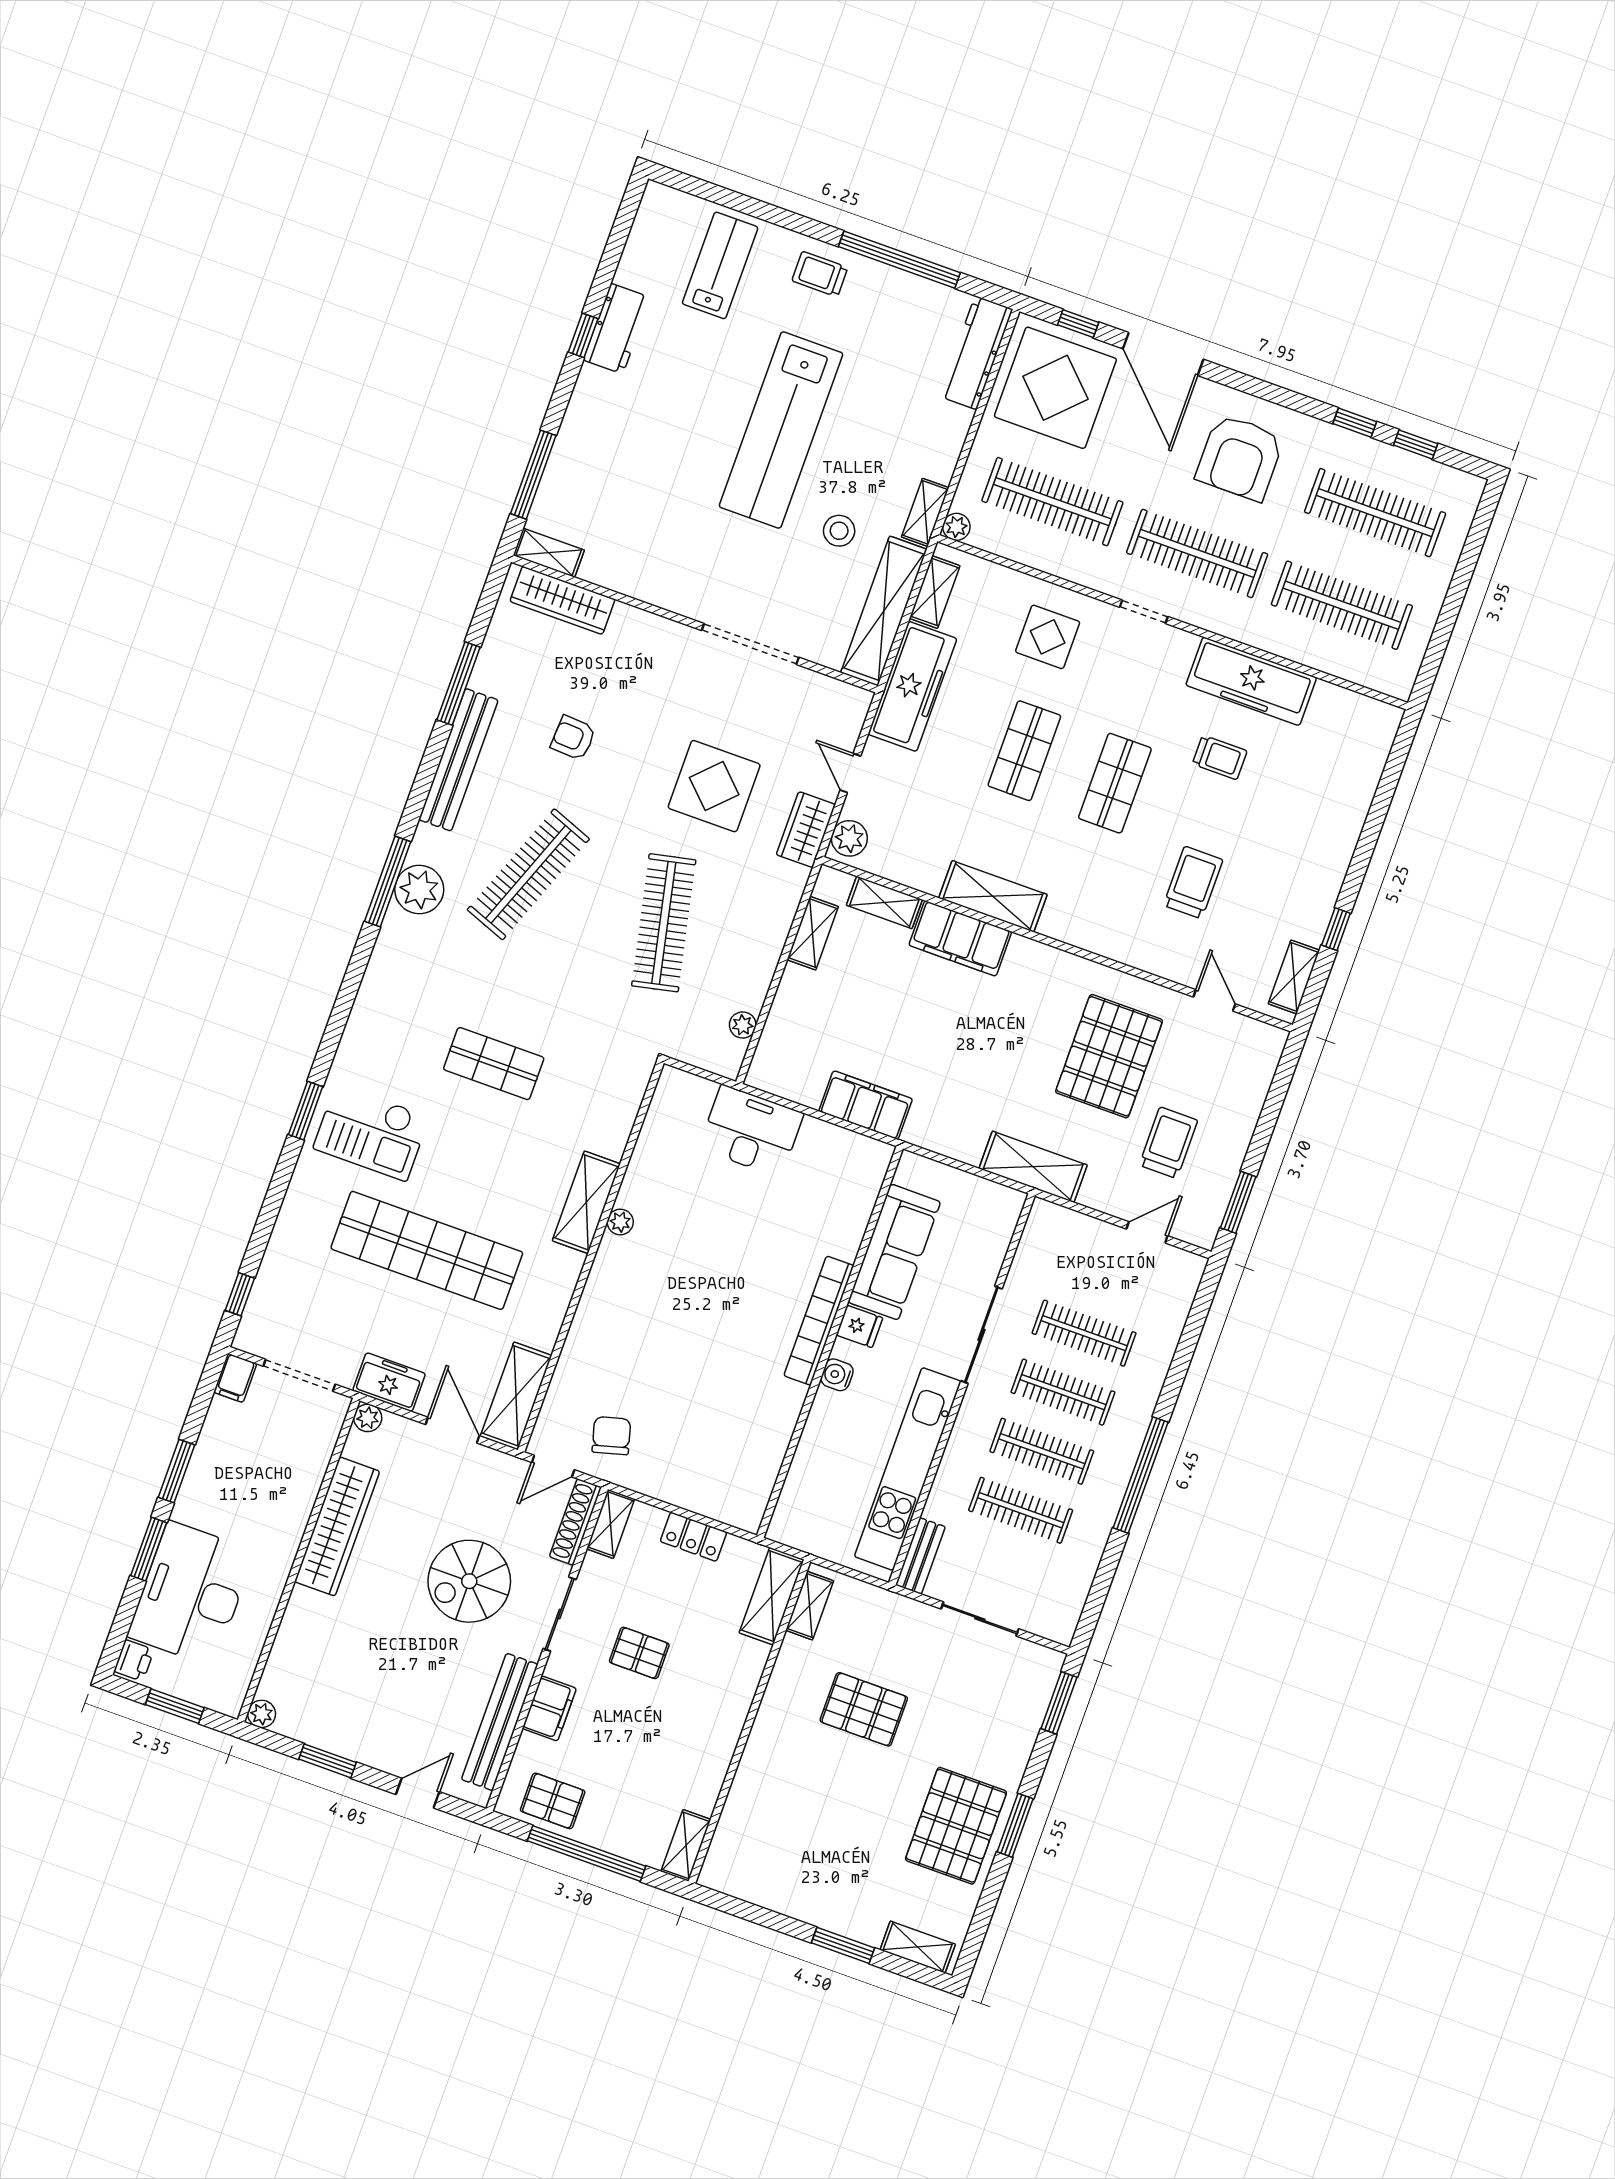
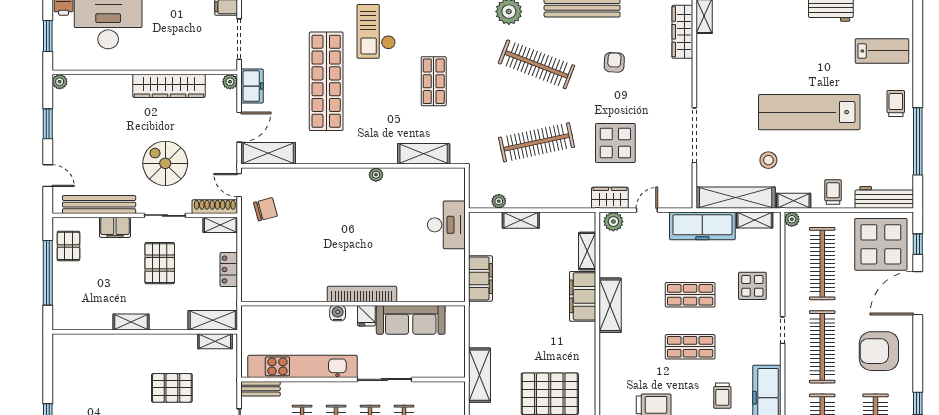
trolley: (935, 438) -> (833, 192), added
shelving: (813, 933) -> (521, 220), moved
shelving: (586, 1202) -> (424, 154), moved
pallet: (639, 1653) -> (160, 263), width x1.50, depth x1.42
pallet: (864, 1709) -> (172, 388), turned 90
shelving: (686, 1845) -> (131, 322), moved

